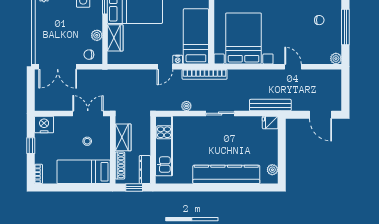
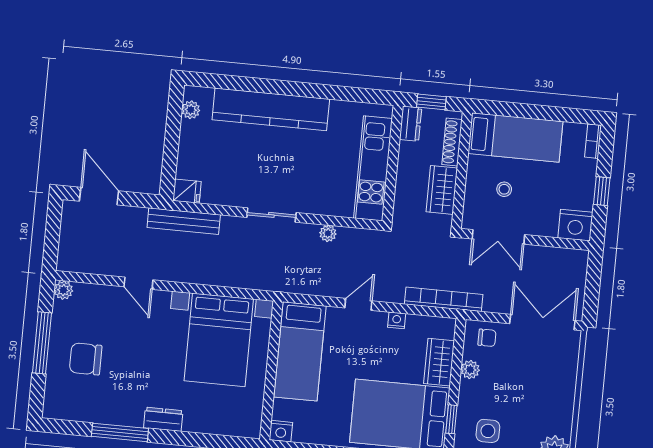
chair: (319, 20) -> (86, 359), width x1.87, depth x1.87
nightstand: (178, 60) -> (397, 320), moved
bookcase: (205, 74) -> (444, 299), moved
dresser: (145, 170) -> (411, 124), width x0.70

